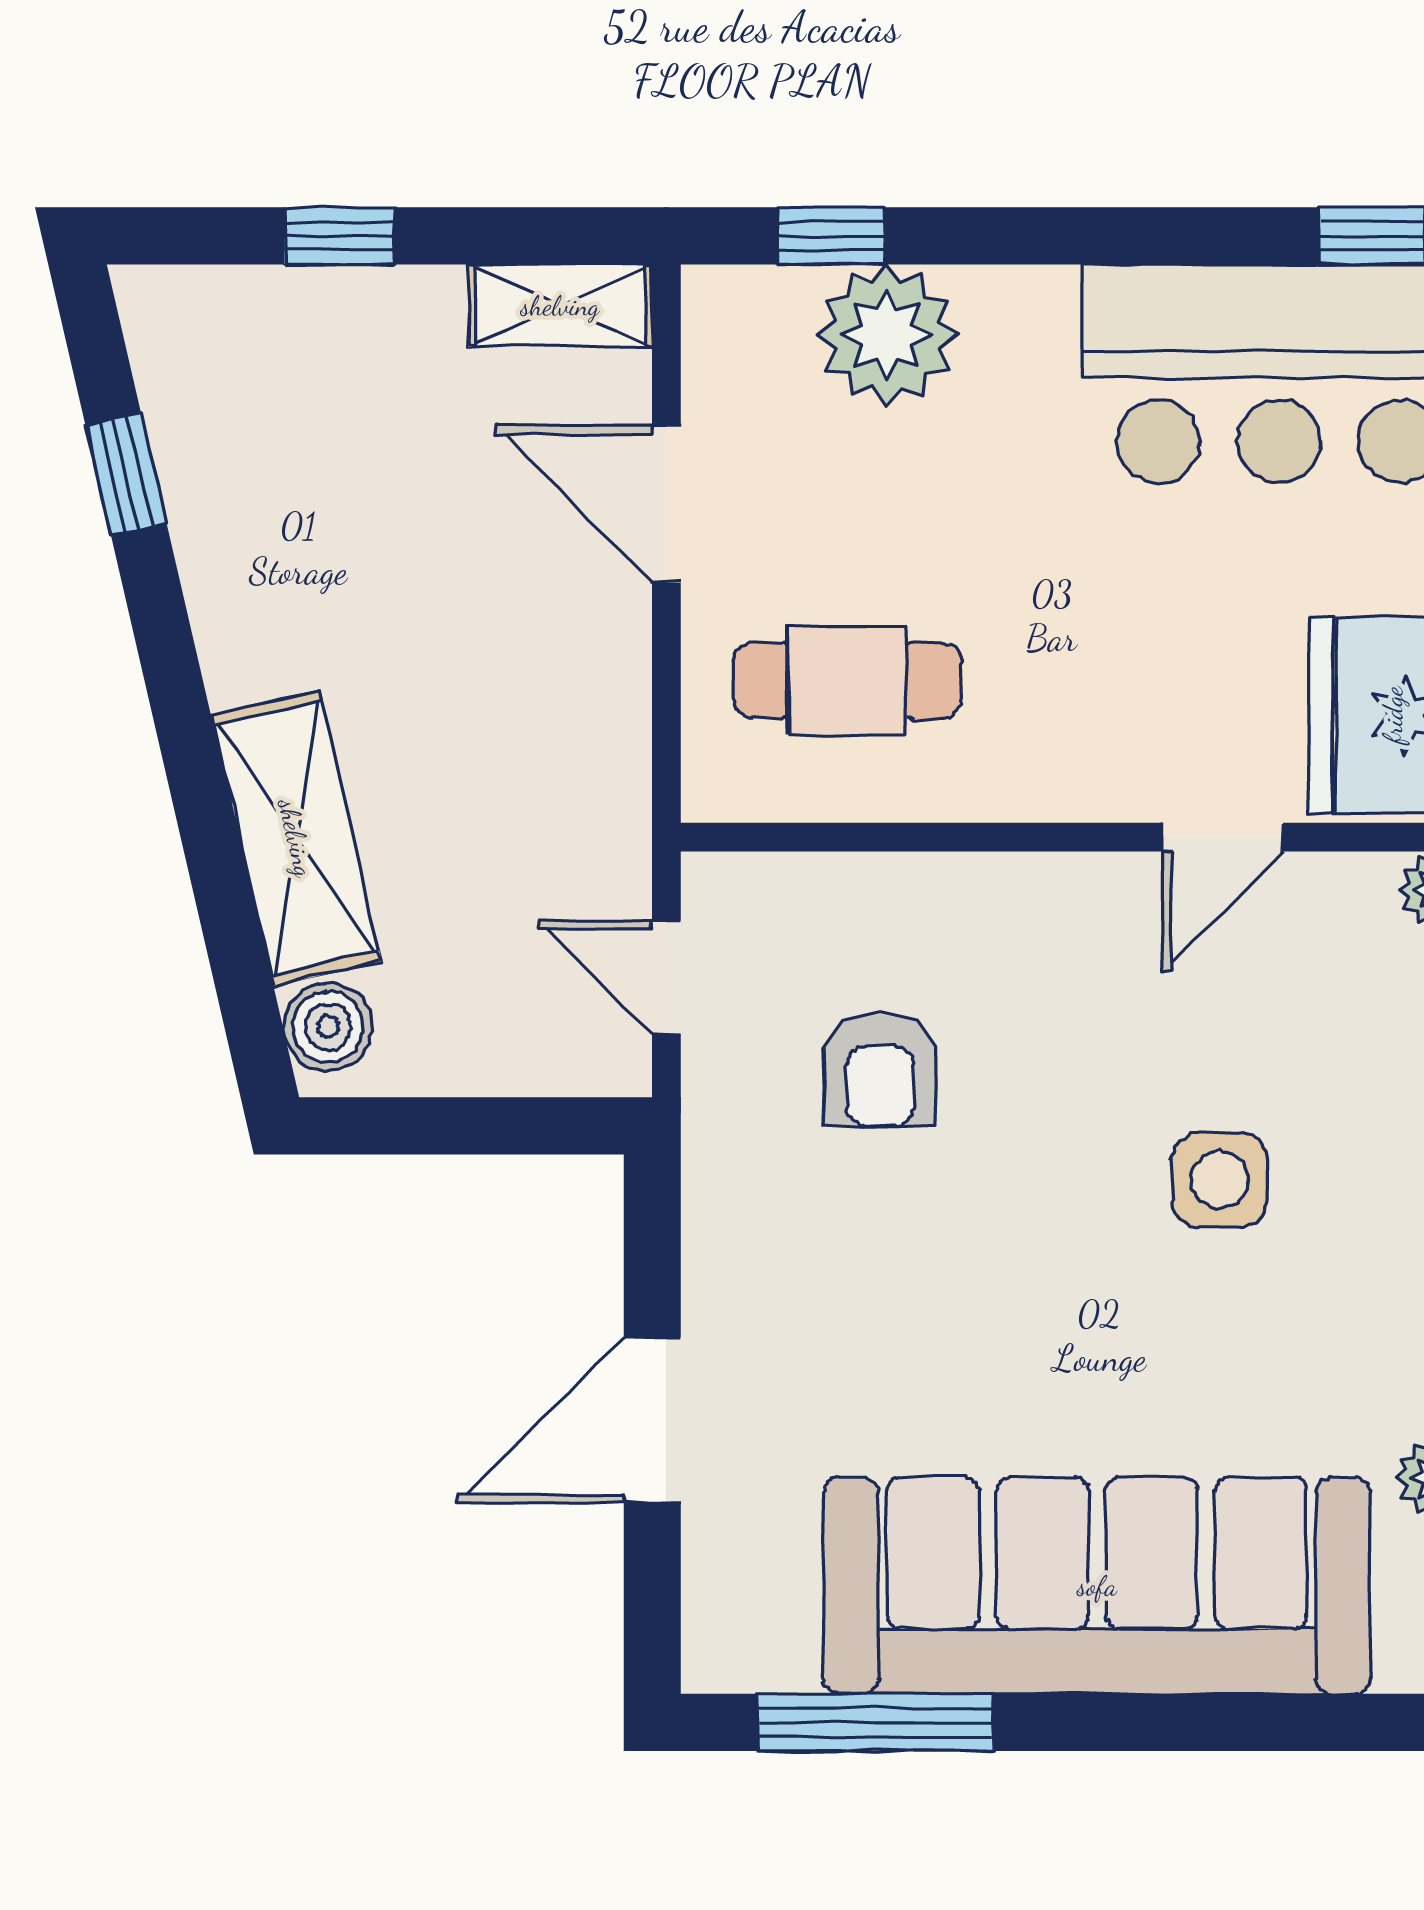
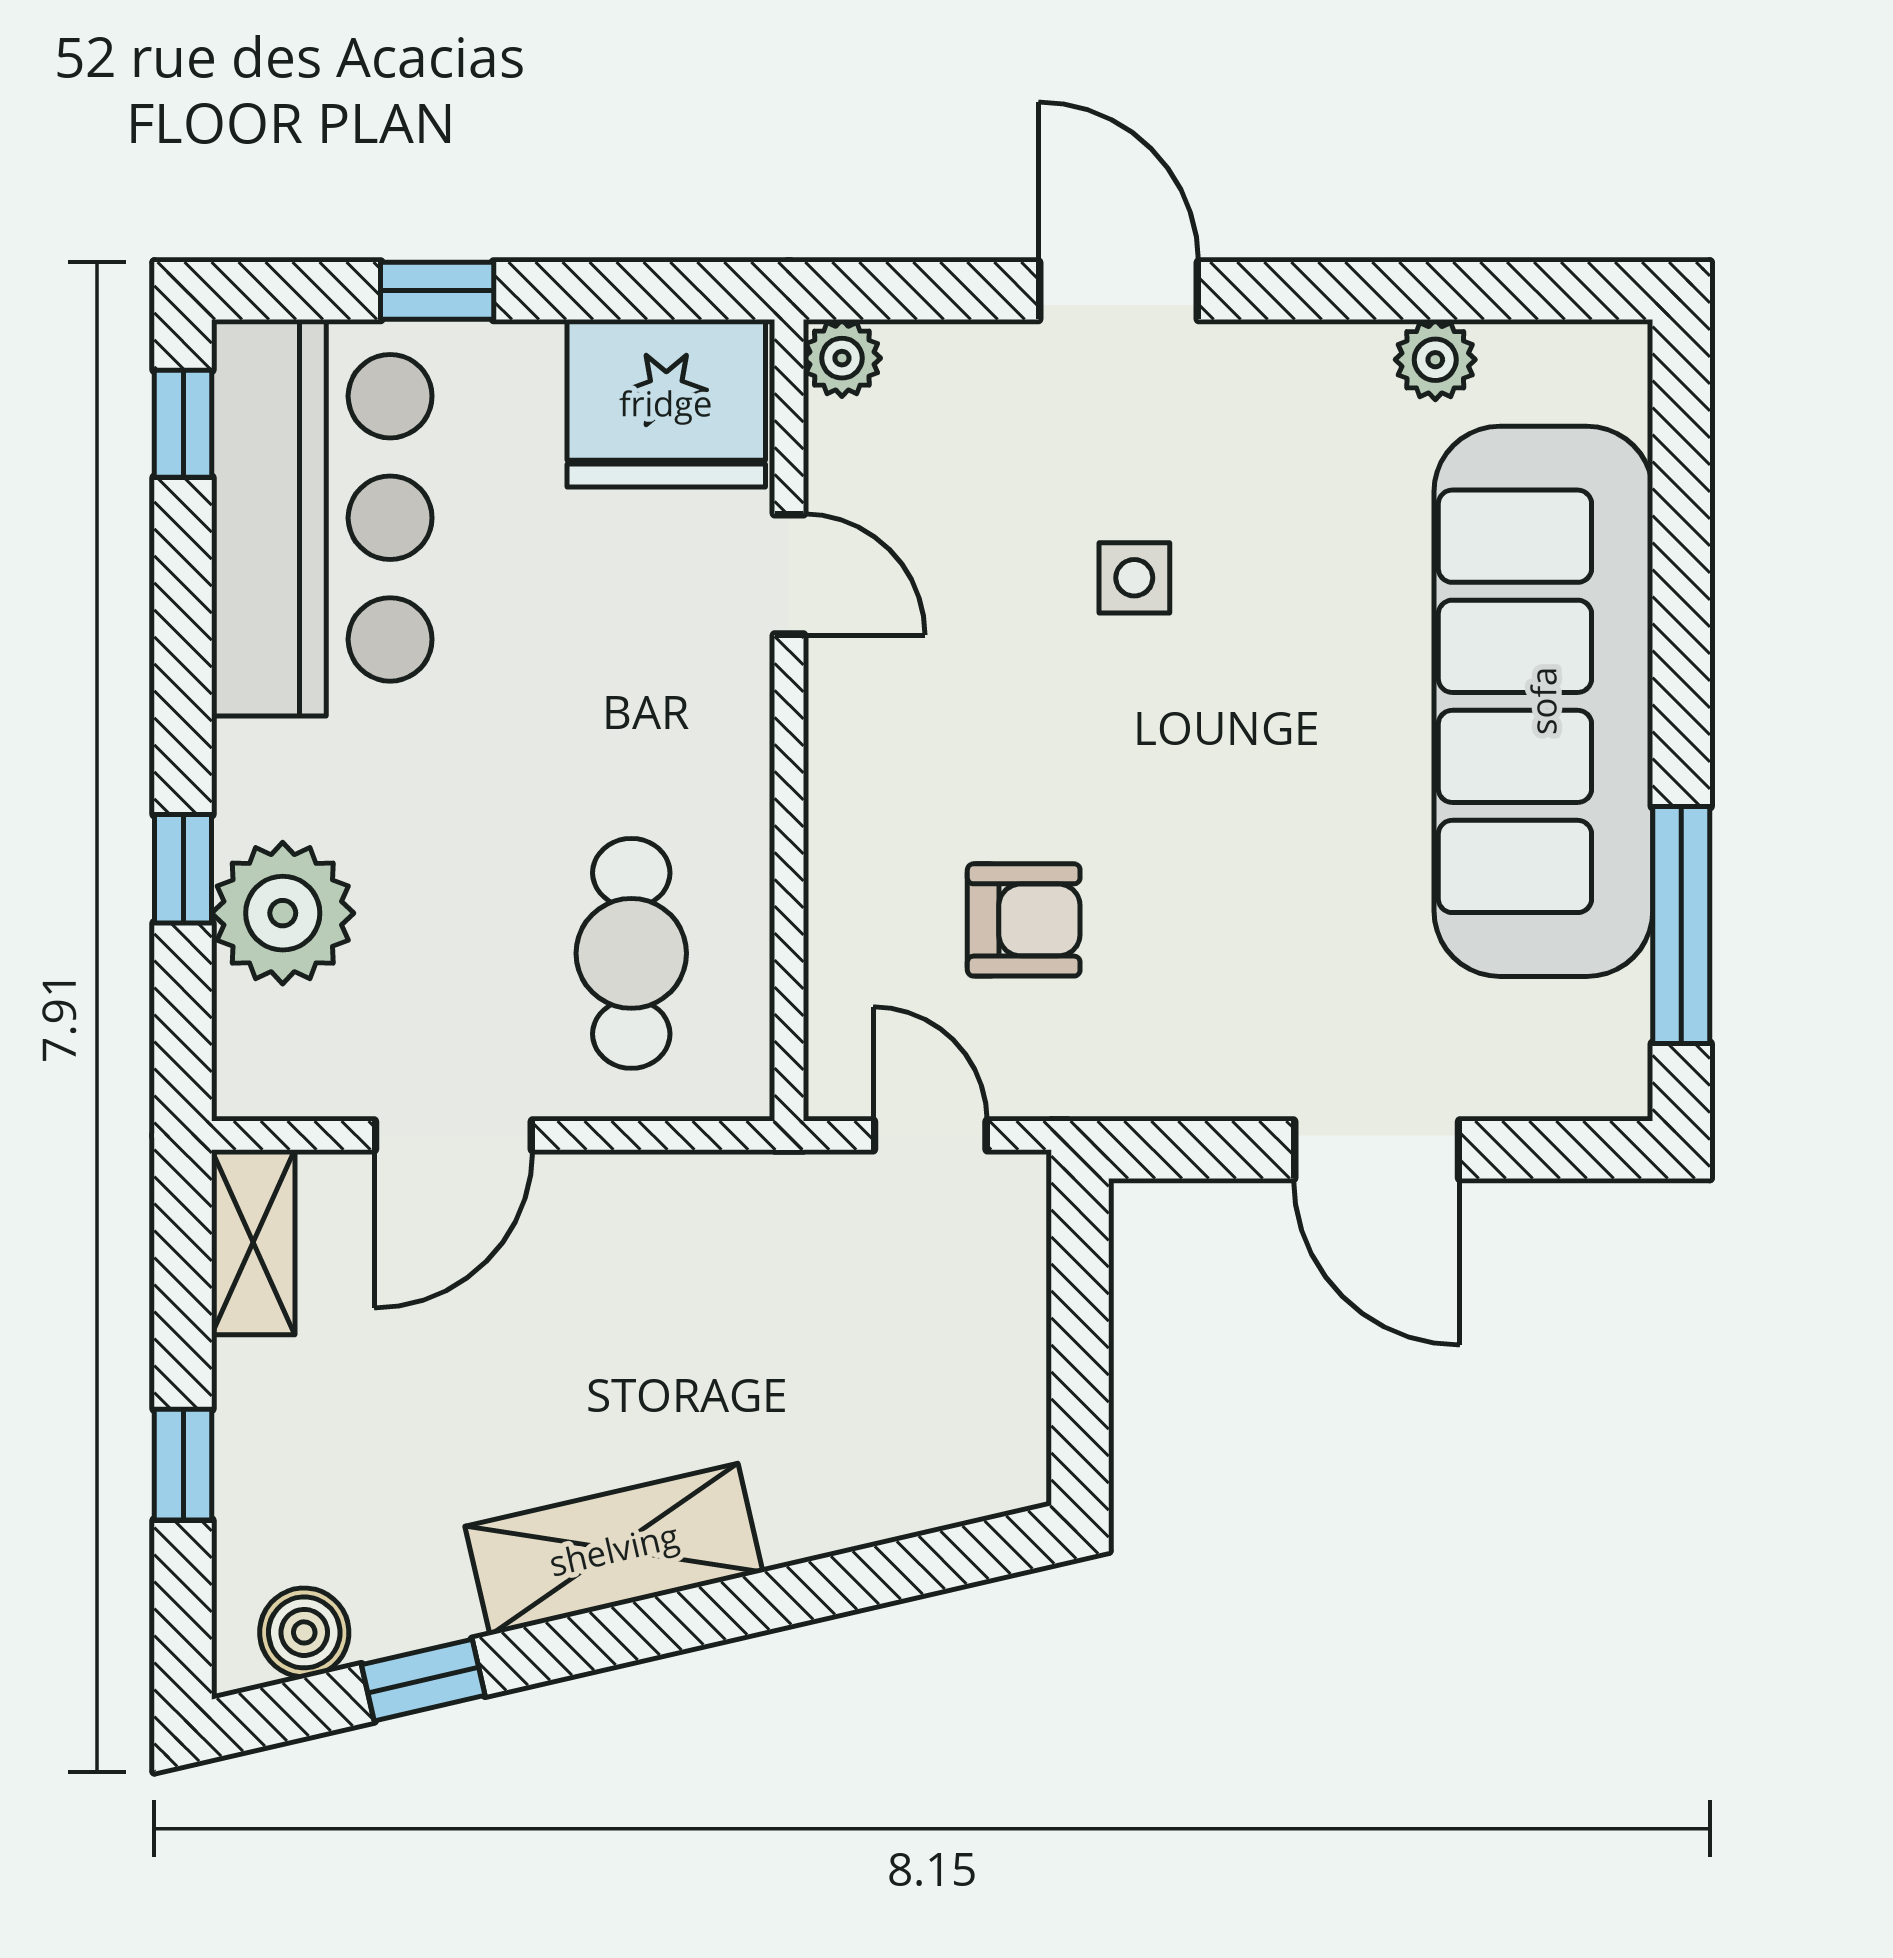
window: (831, 236) -> (183, 869), moved
shelving: (296, 838) -> (614, 1549), moved
door: (666, 977) -> (930, 1135), swing flipped
boiler: (328, 1027) -> (304, 1632), moved
side table: (1220, 1180) -> (1134, 578), width x0.73, depth x0.73

